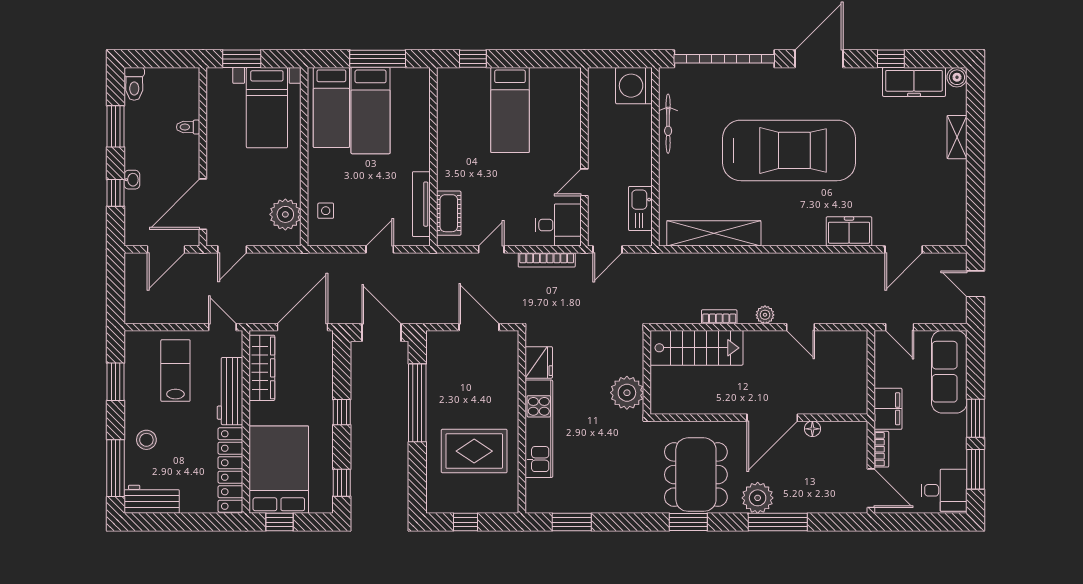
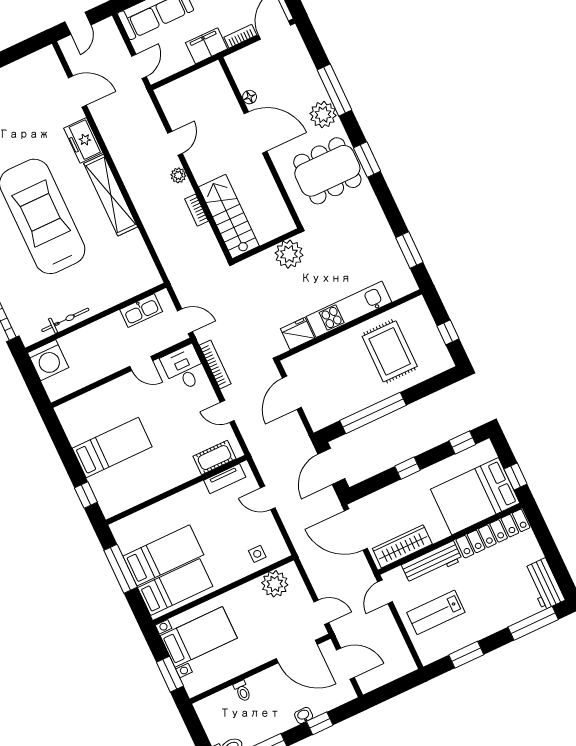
tv unit: (421, 204) -> (225, 479), width x0.71
shelving: (714, 233) -> (111, 195), moved
stool: (146, 440) -> (500, 610), removed

